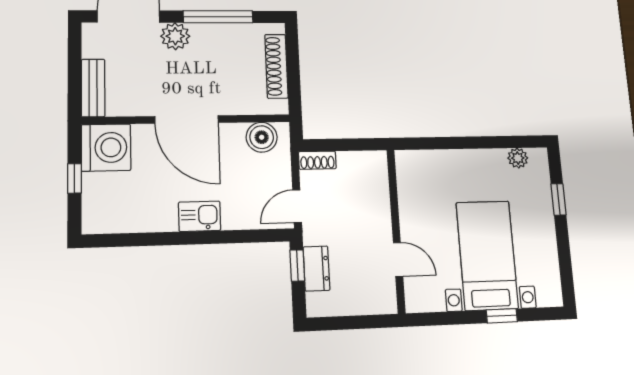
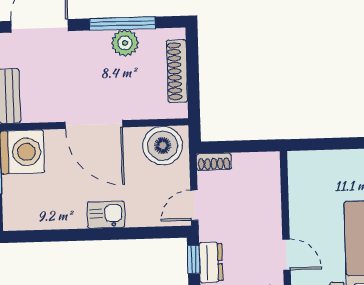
plant: (175, 36) -> (125, 43), moved
boiler: (262, 137) -> (163, 146), width x1.37, depth x1.37

